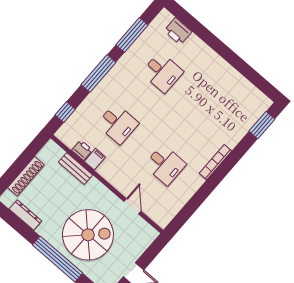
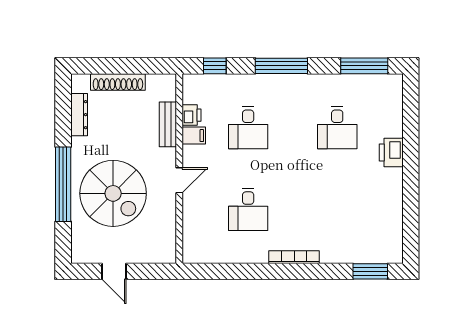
printer: (178, 31) -> (391, 153), moved
window: (132, 35) -> (364, 66), moved
door: (133, 206) -> (179, 180), moved

